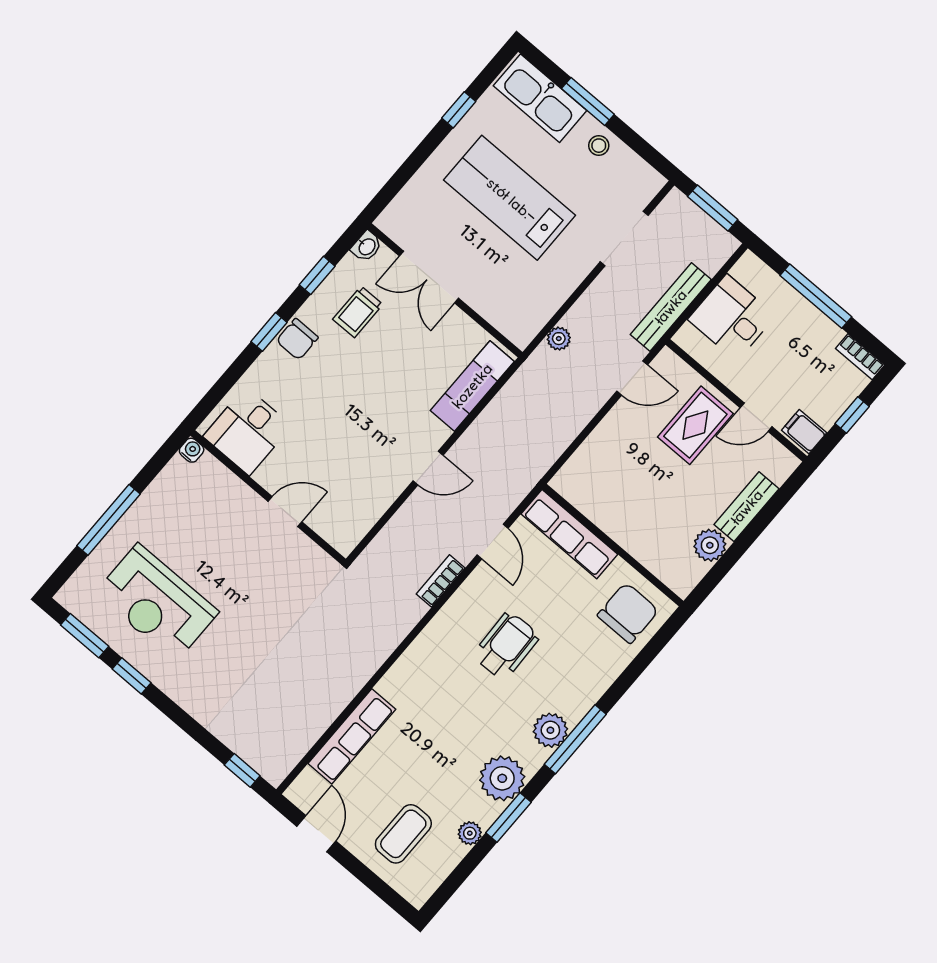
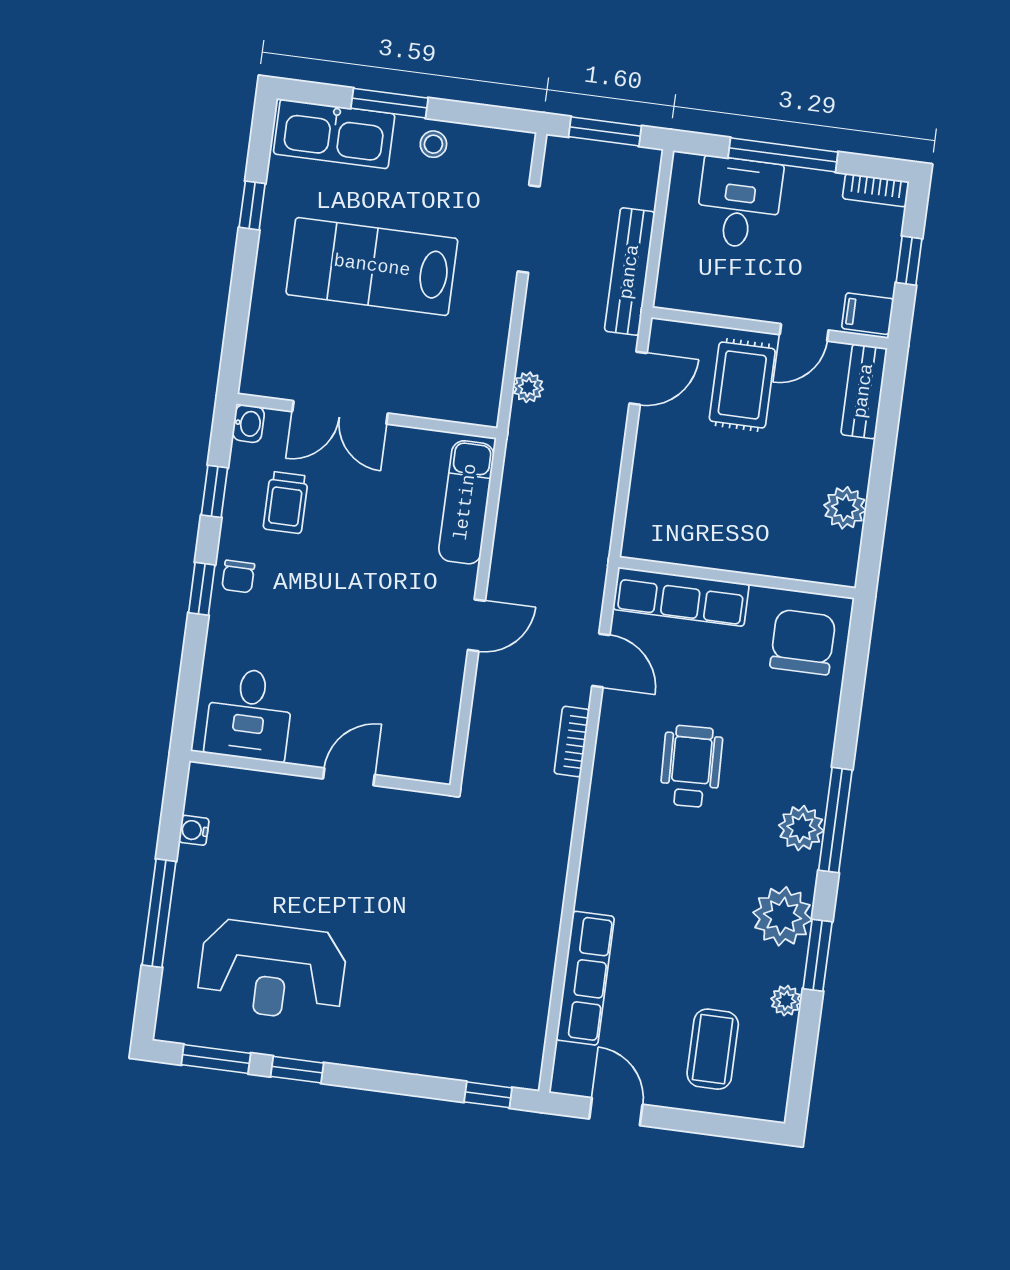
desk: (732, 318) -> (739, 203), moved, turned 90
chair: (297, 339) -> (238, 577), width x0.73, depth x0.73
water cooler: (192, 450) -> (194, 830), moved, turned -90
bench: (747, 507) -> (864, 391), moved

